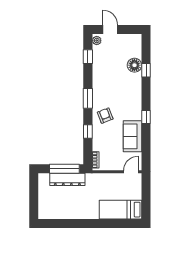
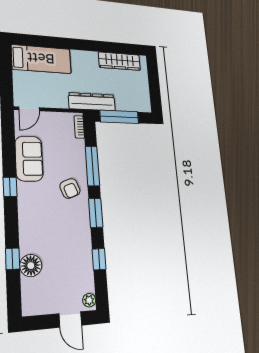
window: (88, 57) -> (99, 259), moved
window: (88, 131) -> (92, 166), width x2.17
dresser: (67, 179) -> (92, 102), moved
wardrobe: (61, 213) -> (119, 61), added

